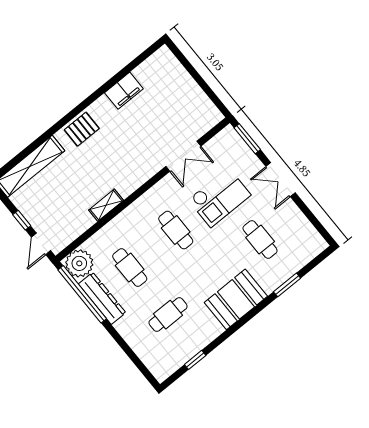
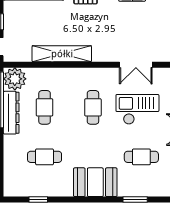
checkout: (219, 197) -> (137, 109), turned 180
shelving: (106, 205) -> (62, 54), width x2.20, depth x1.33
cafe table: (260, 239) -> (141, 157), turned 90

